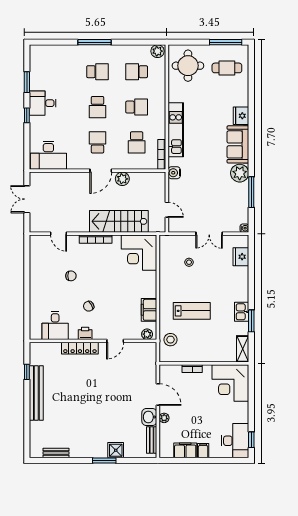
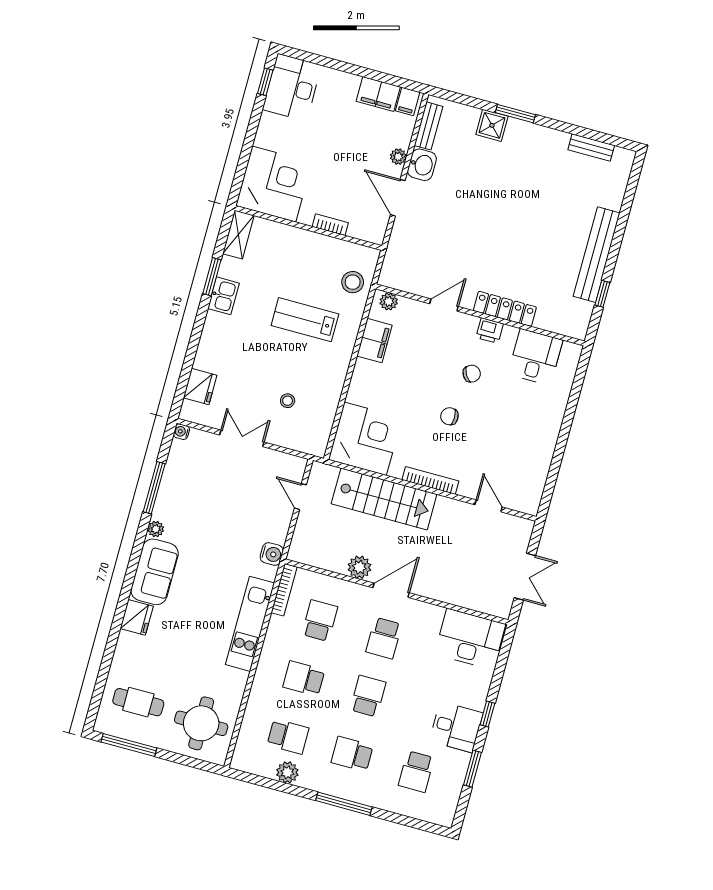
plant: (157, 51) -> (287, 772), moved
school desk: (58, 72) -> (416, 772), added
plant: (240, 173) -> (156, 529), width x0.53, depth x0.53
chair: (71, 276) -> (449, 416), moved
filing cabinet: (203, 451) -> (408, 101), moved

